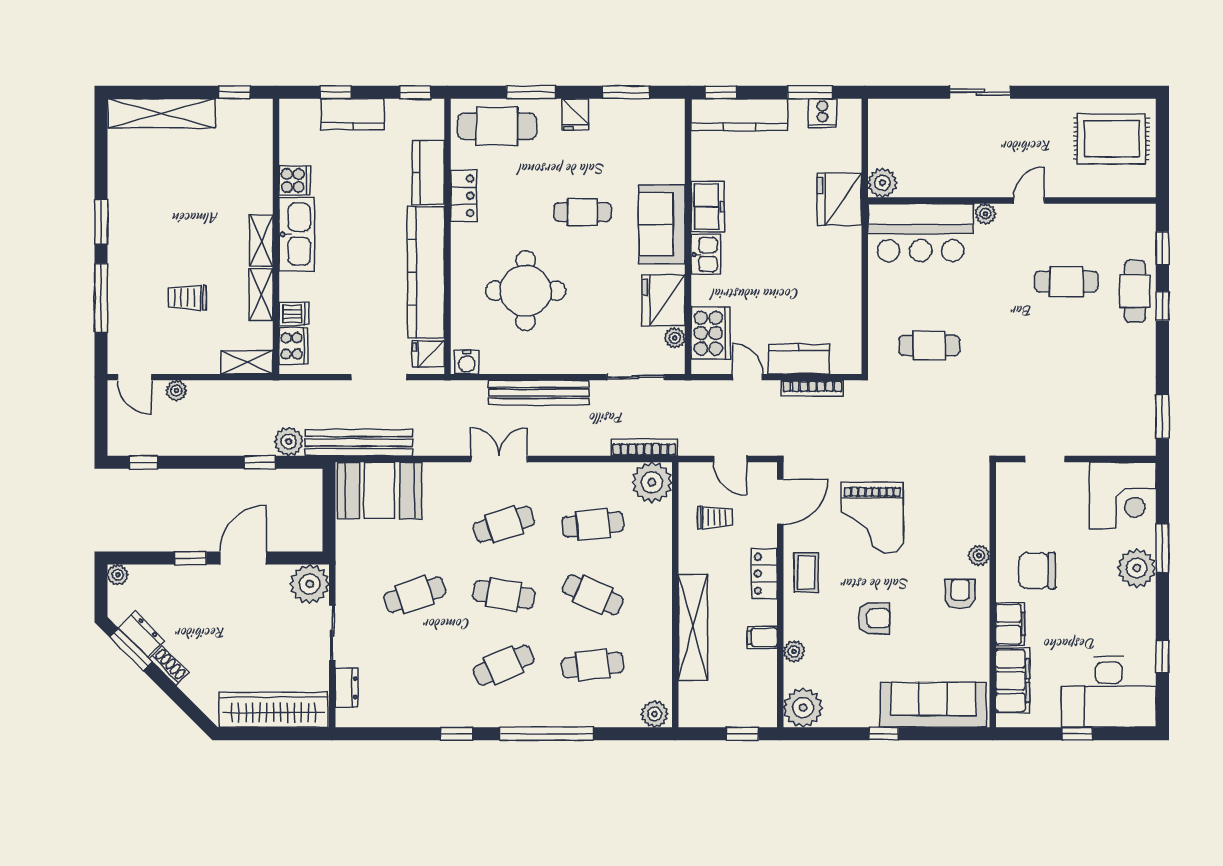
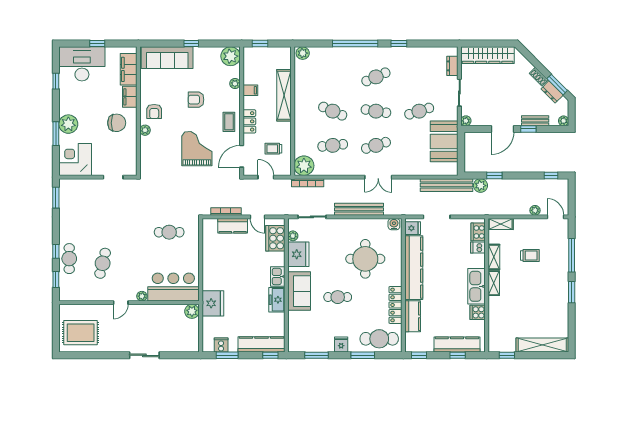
kitchen counter: (353, 114) -> (457, 345), width x1.50
locker: (464, 196) -> (395, 305), width x1.53
cafe table: (1066, 282) -> (103, 263), turned -76
booth: (380, 490) -> (444, 141), moved, turned 90
bench: (176, 575) -> (535, 121), added
plant: (310, 584) -> (466, 121), width x0.53, depth x0.53
cafe table: (593, 665) -> (333, 77), removed

